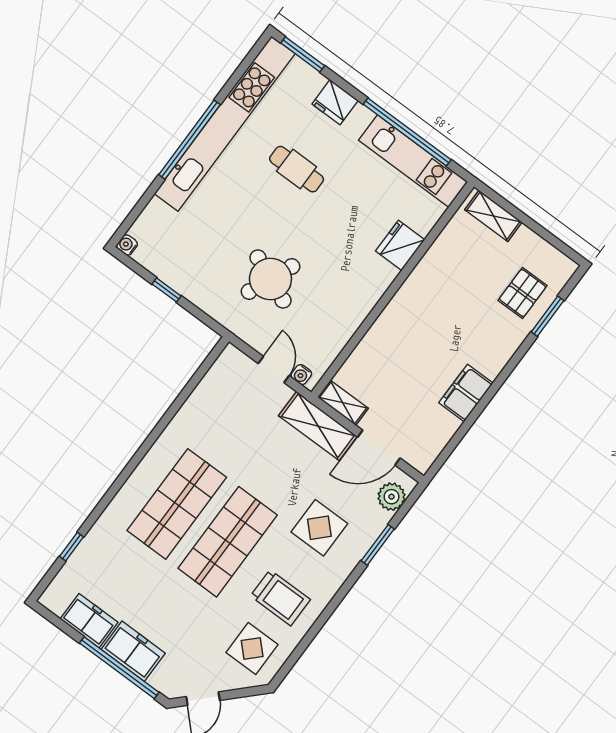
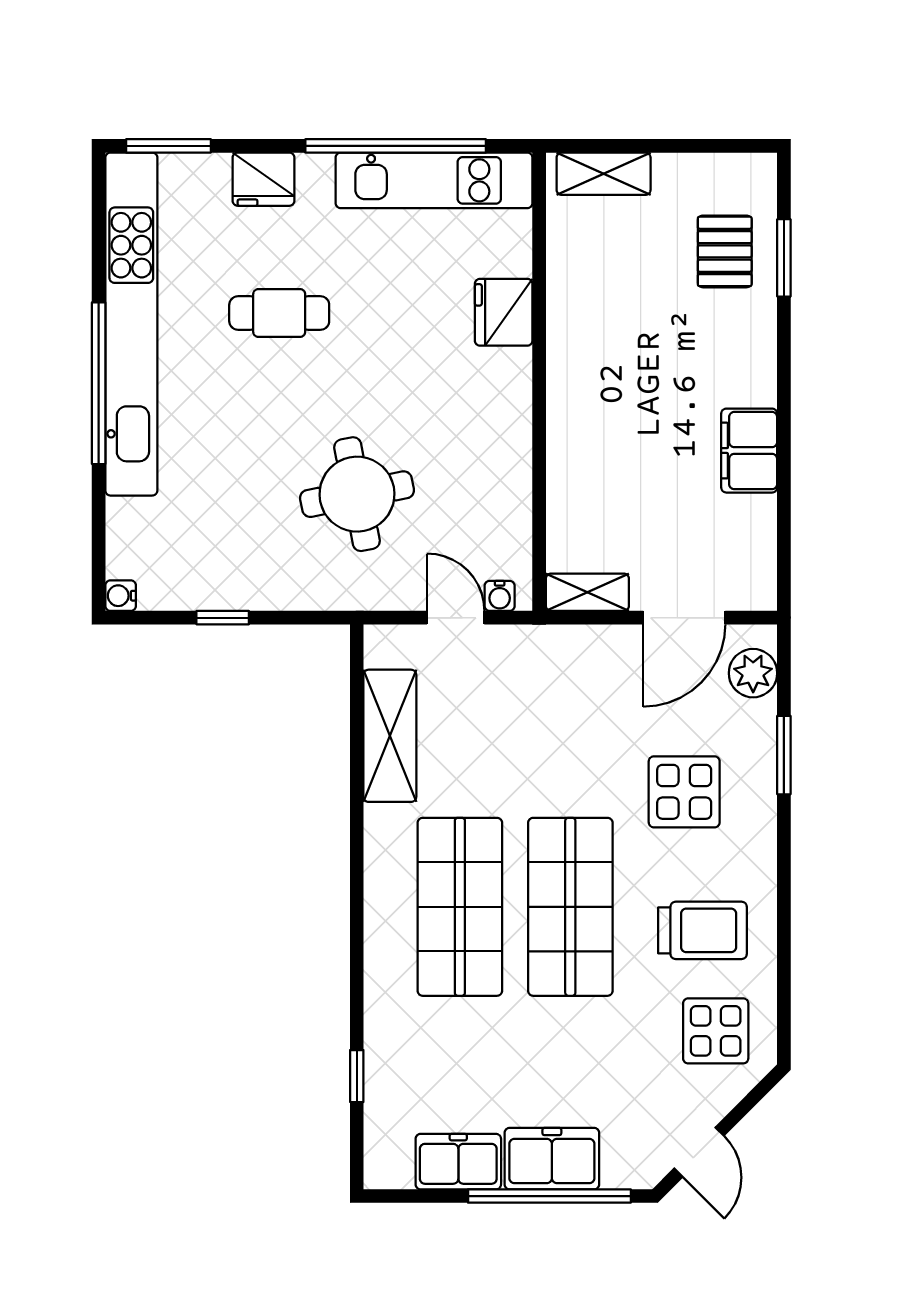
round table: (270, 279) -> (357, 494), turned -34
shelving: (318, 426) -> (390, 736), moved, turned 90

